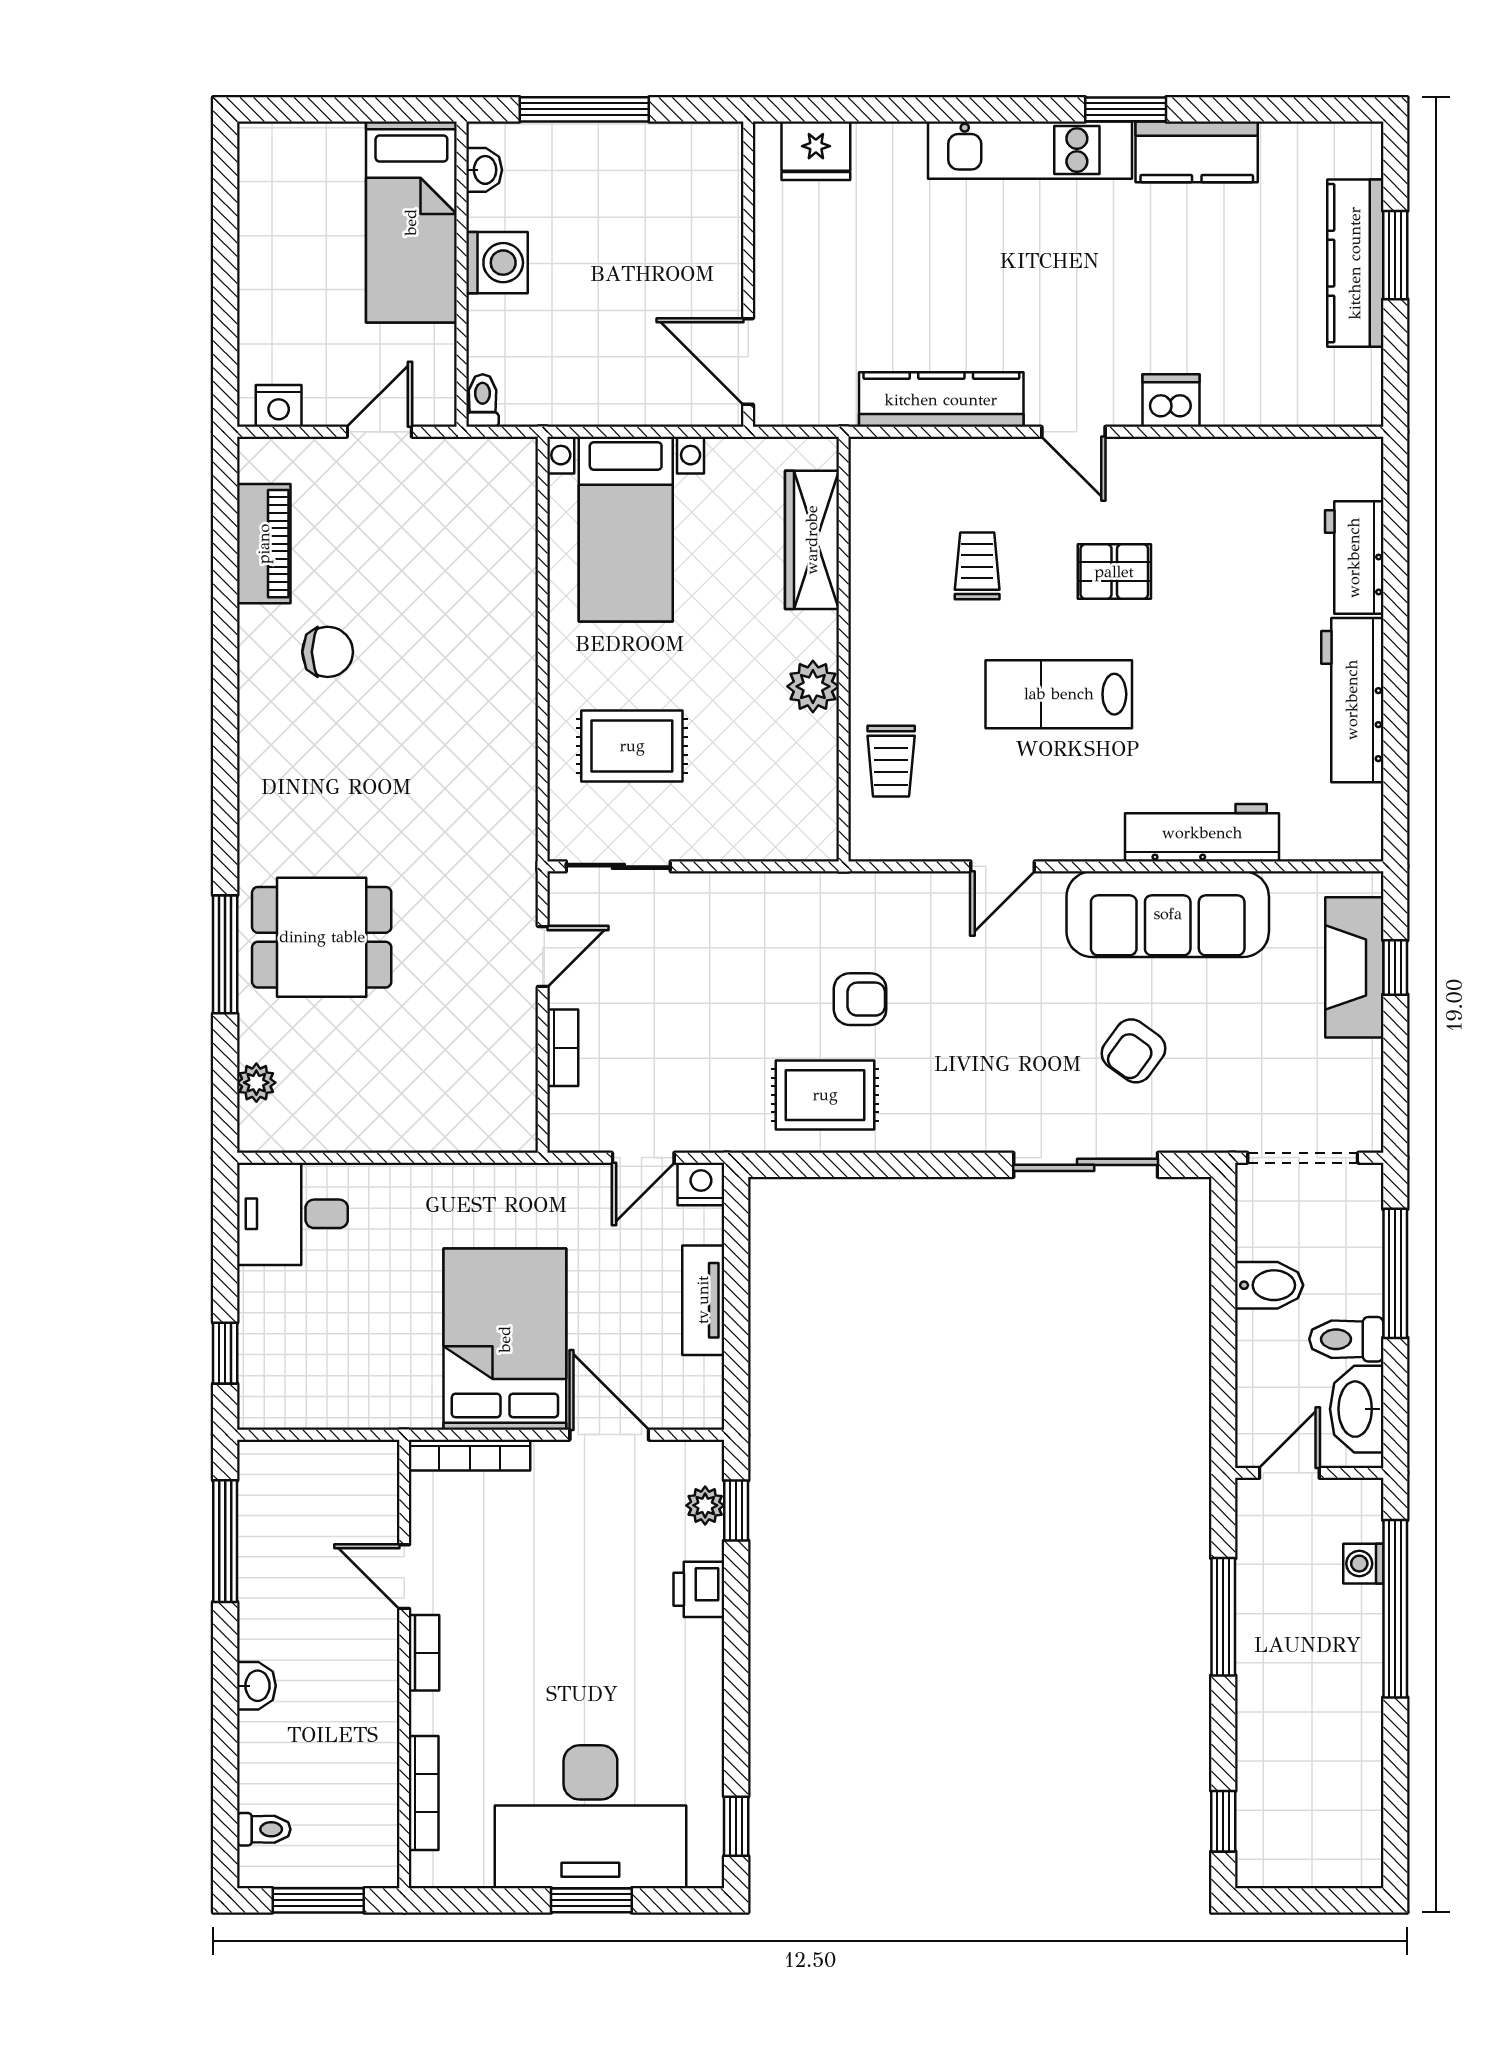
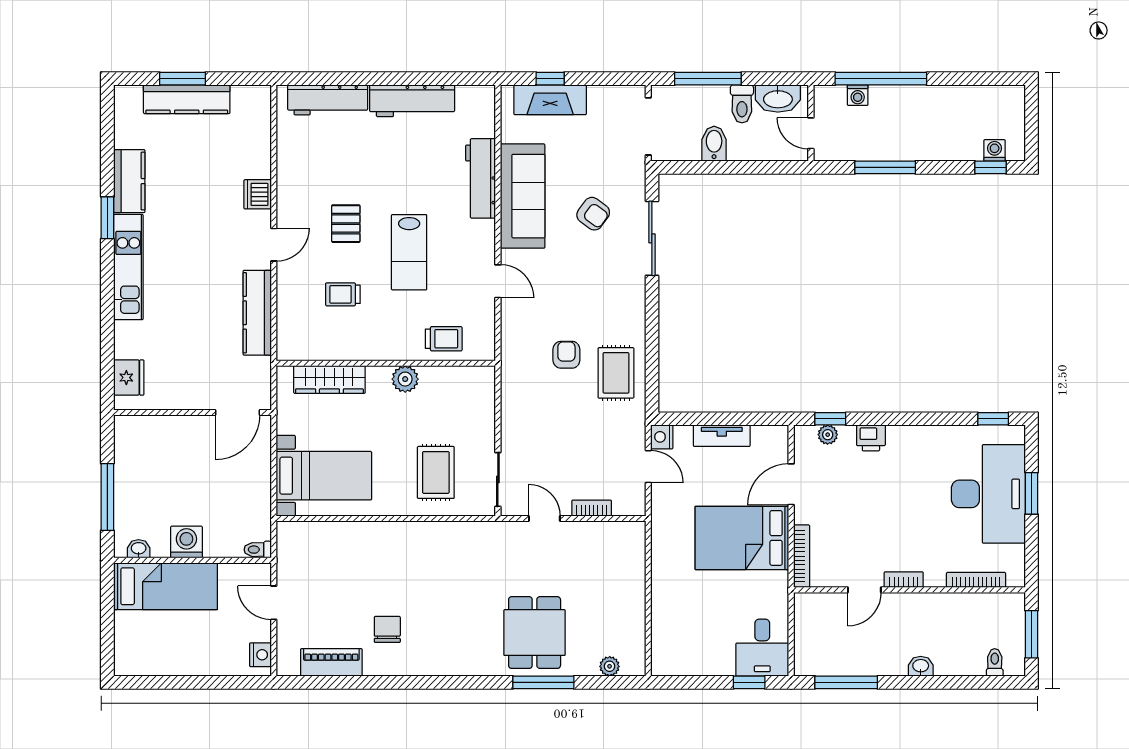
workbench: (1354, 558) -> (328, 100), width x1.37
desk: (292, 1214) -> (762, 648), moved
washing machine: (1256, 1829) -> (995, 150), added

